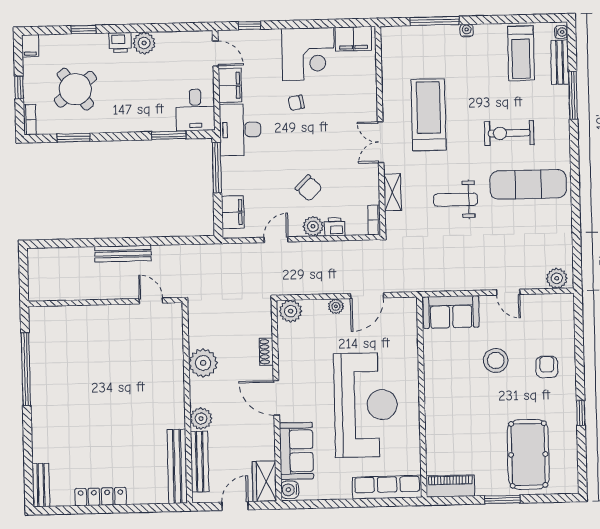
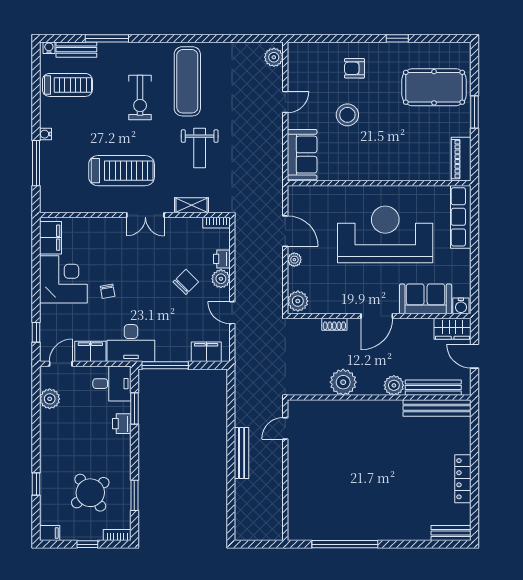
printer: (120, 43) -> (122, 424), moved, turned 180
plant: (144, 43) -> (50, 399), moved
treadmill: (429, 115) -> (122, 171), turned 180

